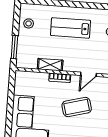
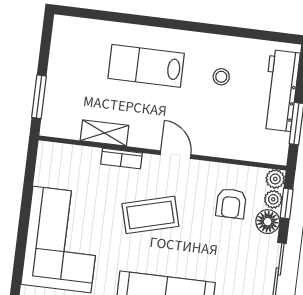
stool: (29, 23) -> (68, 54), removed
door: (88, 74) -> (176, 155), swing flipped

